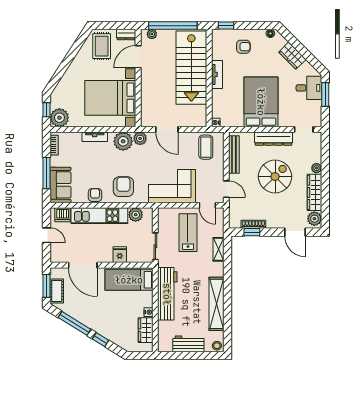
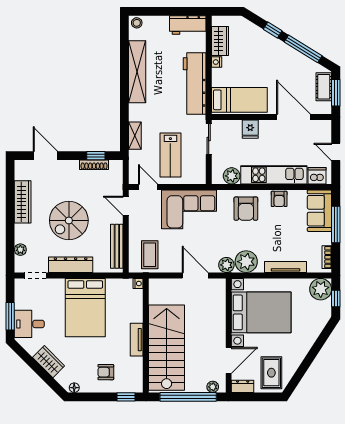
tv unit: (95, 137) -> (285, 267), width x1.41
plant: (316, 168) -> (20, 250), moved
plant: (314, 219) -> (23, 171), removed
workbench: (188, 344) -> (188, 25), moved

